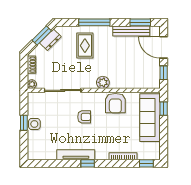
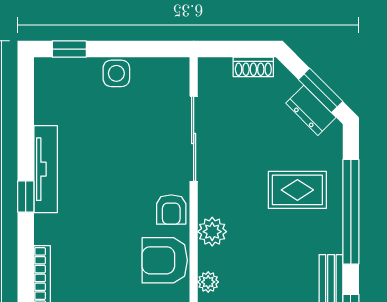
window: (94, 22) -> (351, 212), width x1.46
plant: (32, 84) -> (208, 282), moved
armchair: (84, 117) -> (171, 210), moved
window: (24, 123) -> (69, 49), moved

